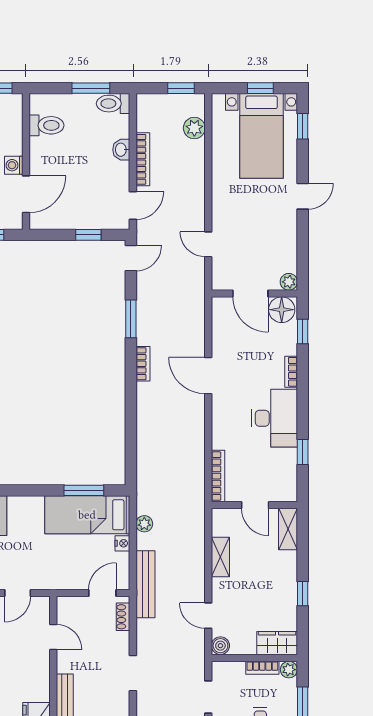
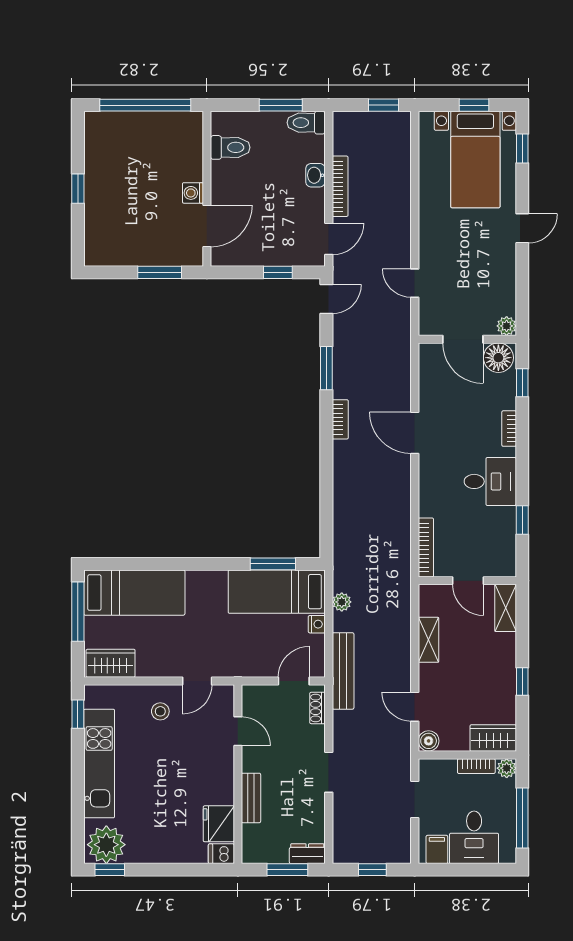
plant: (194, 128) -> (399, 151), removed
desk: (275, 418) -> (490, 481), width x0.73

